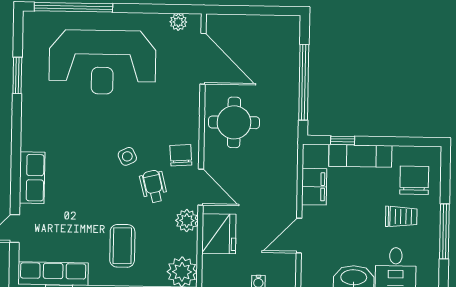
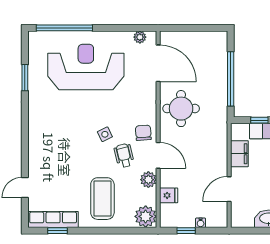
reception desk: (102, 62) -> (86, 67), turned 180
row of seats: (32, 178) -> (37, 151), removed
fridge: (219, 234) -> (169, 195), width x0.53, depth x0.75
coffee table: (122, 246) -> (102, 199), width x1.36, depth x1.32

